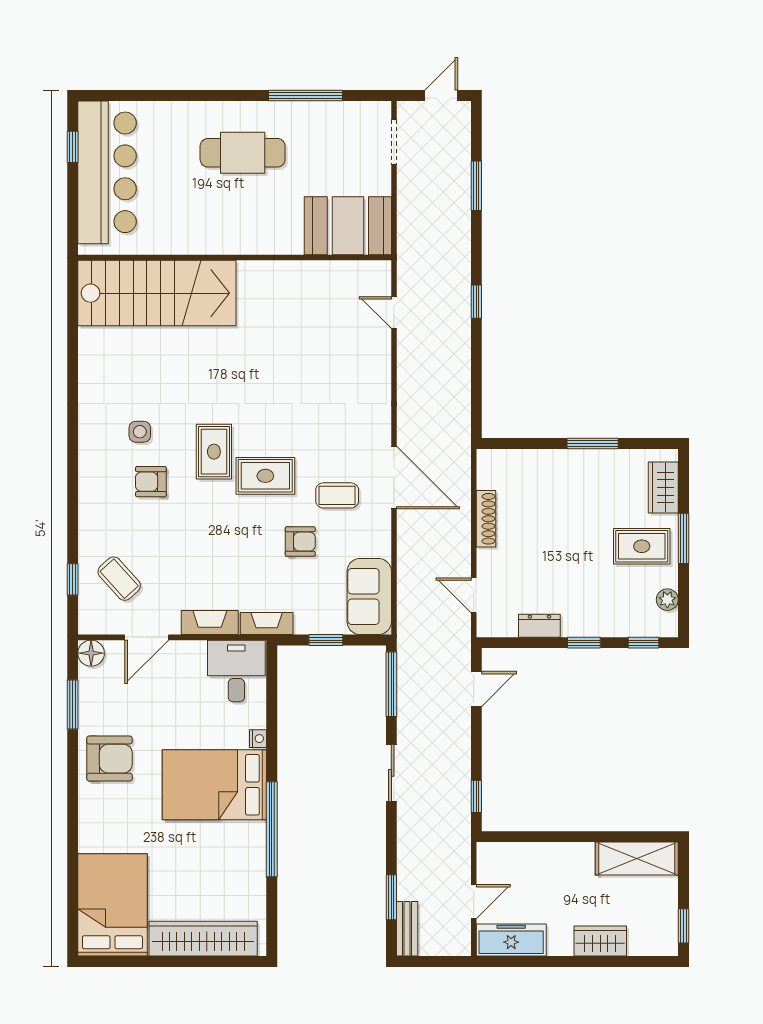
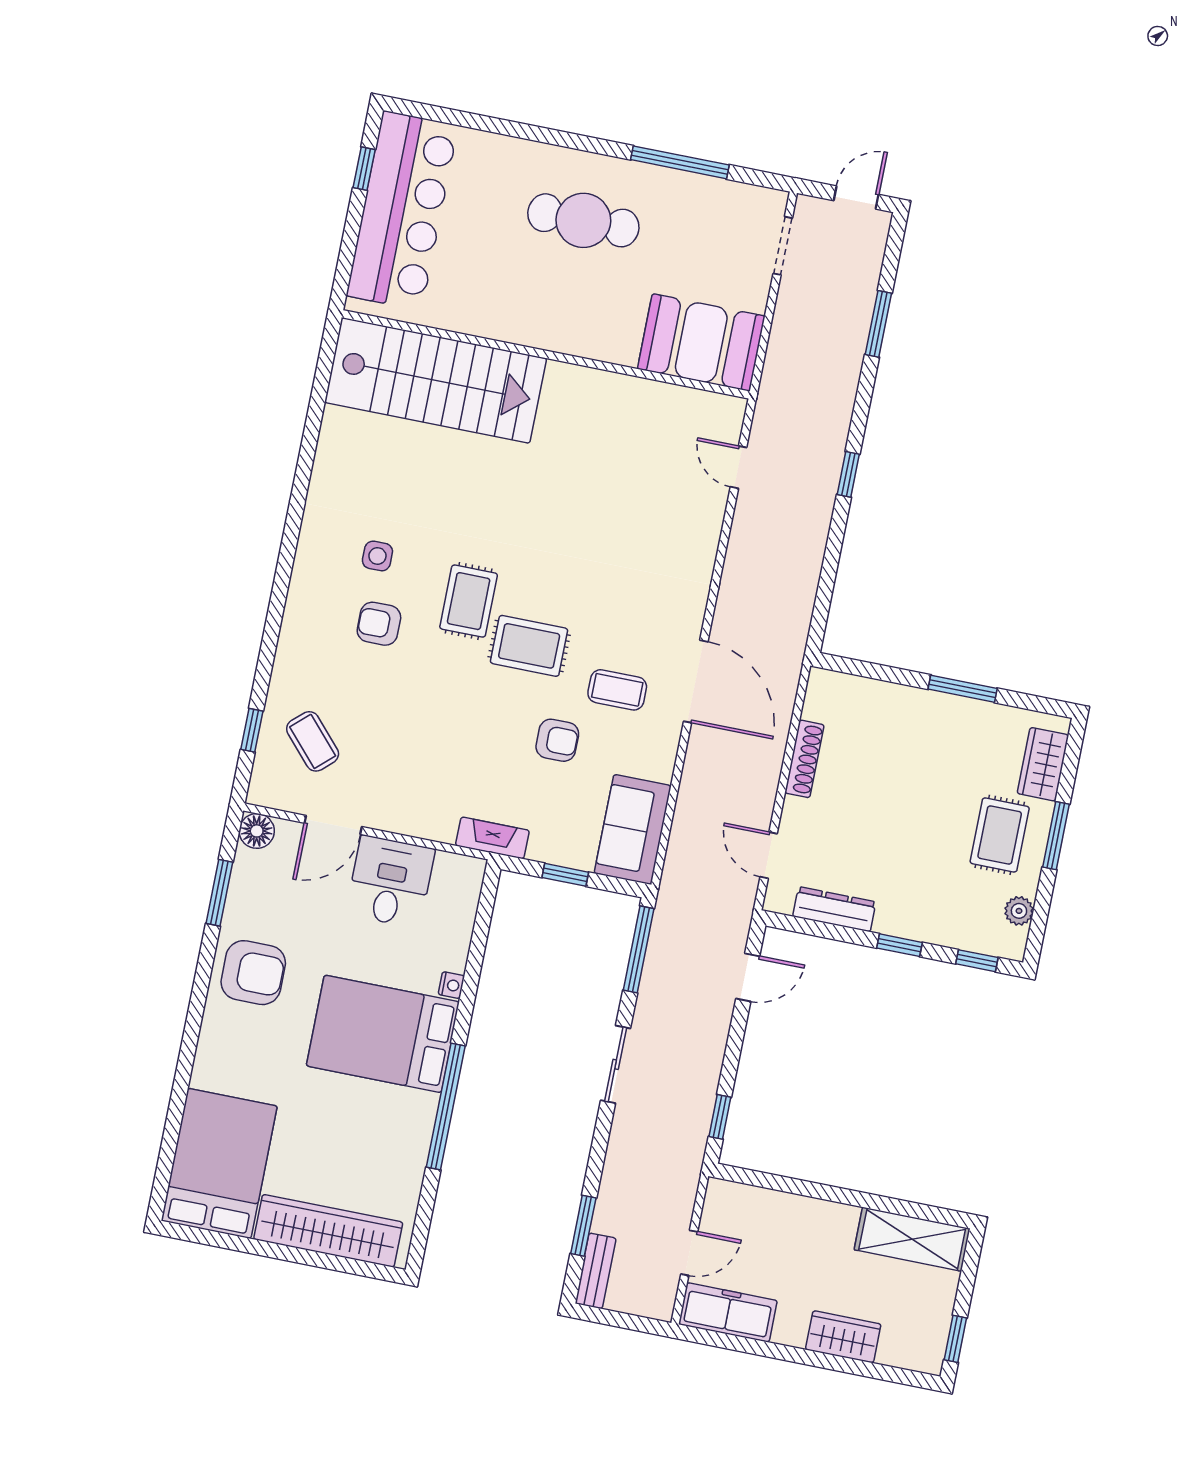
rug: (642, 546) -> (1000, 835), turned 90
fireplace: (210, 623) -> (419, 822), removed
dresser: (539, 626) -> (834, 909), width x1.44
desk: (236, 671) -> (390, 882), moved

